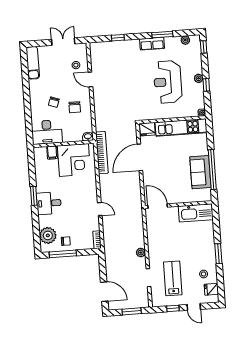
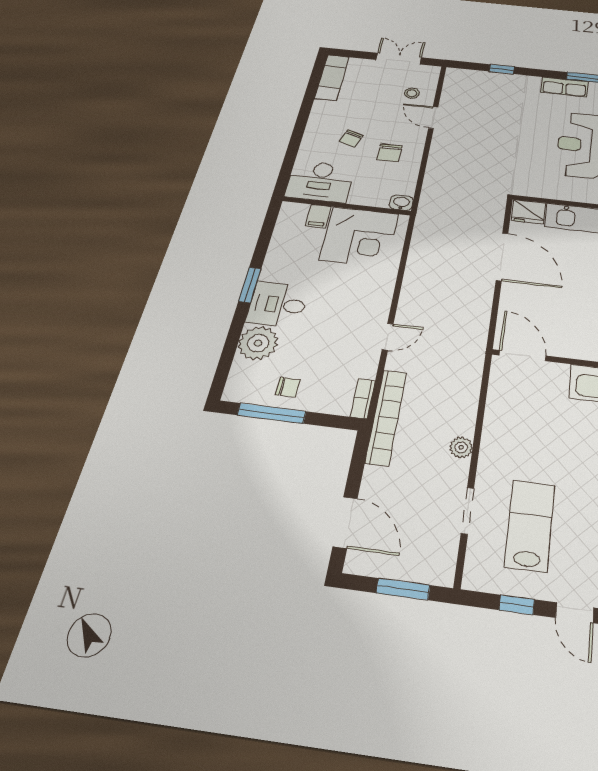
bookcase: (102, 153) -> (386, 417), moved
door: (140, 157) -> (502, 257), swing flipped
door: (100, 209) -> (388, 337), hinge flipped
plant: (48, 235) -> (258, 343), moved

